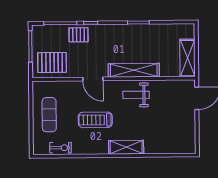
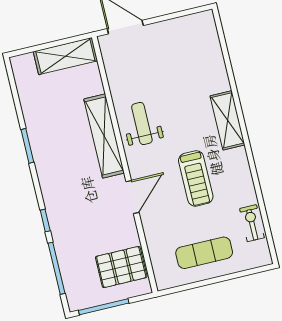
pallet: (78, 35) -> (68, 235), removed
pallet: (52, 62) -> (121, 267), turned 90
weight bench: (136, 95) -> (142, 123), turned 180

